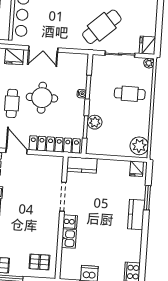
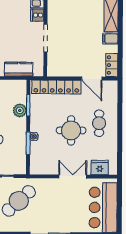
kitchen counter: (82, 165) -> (19, 69), moved

